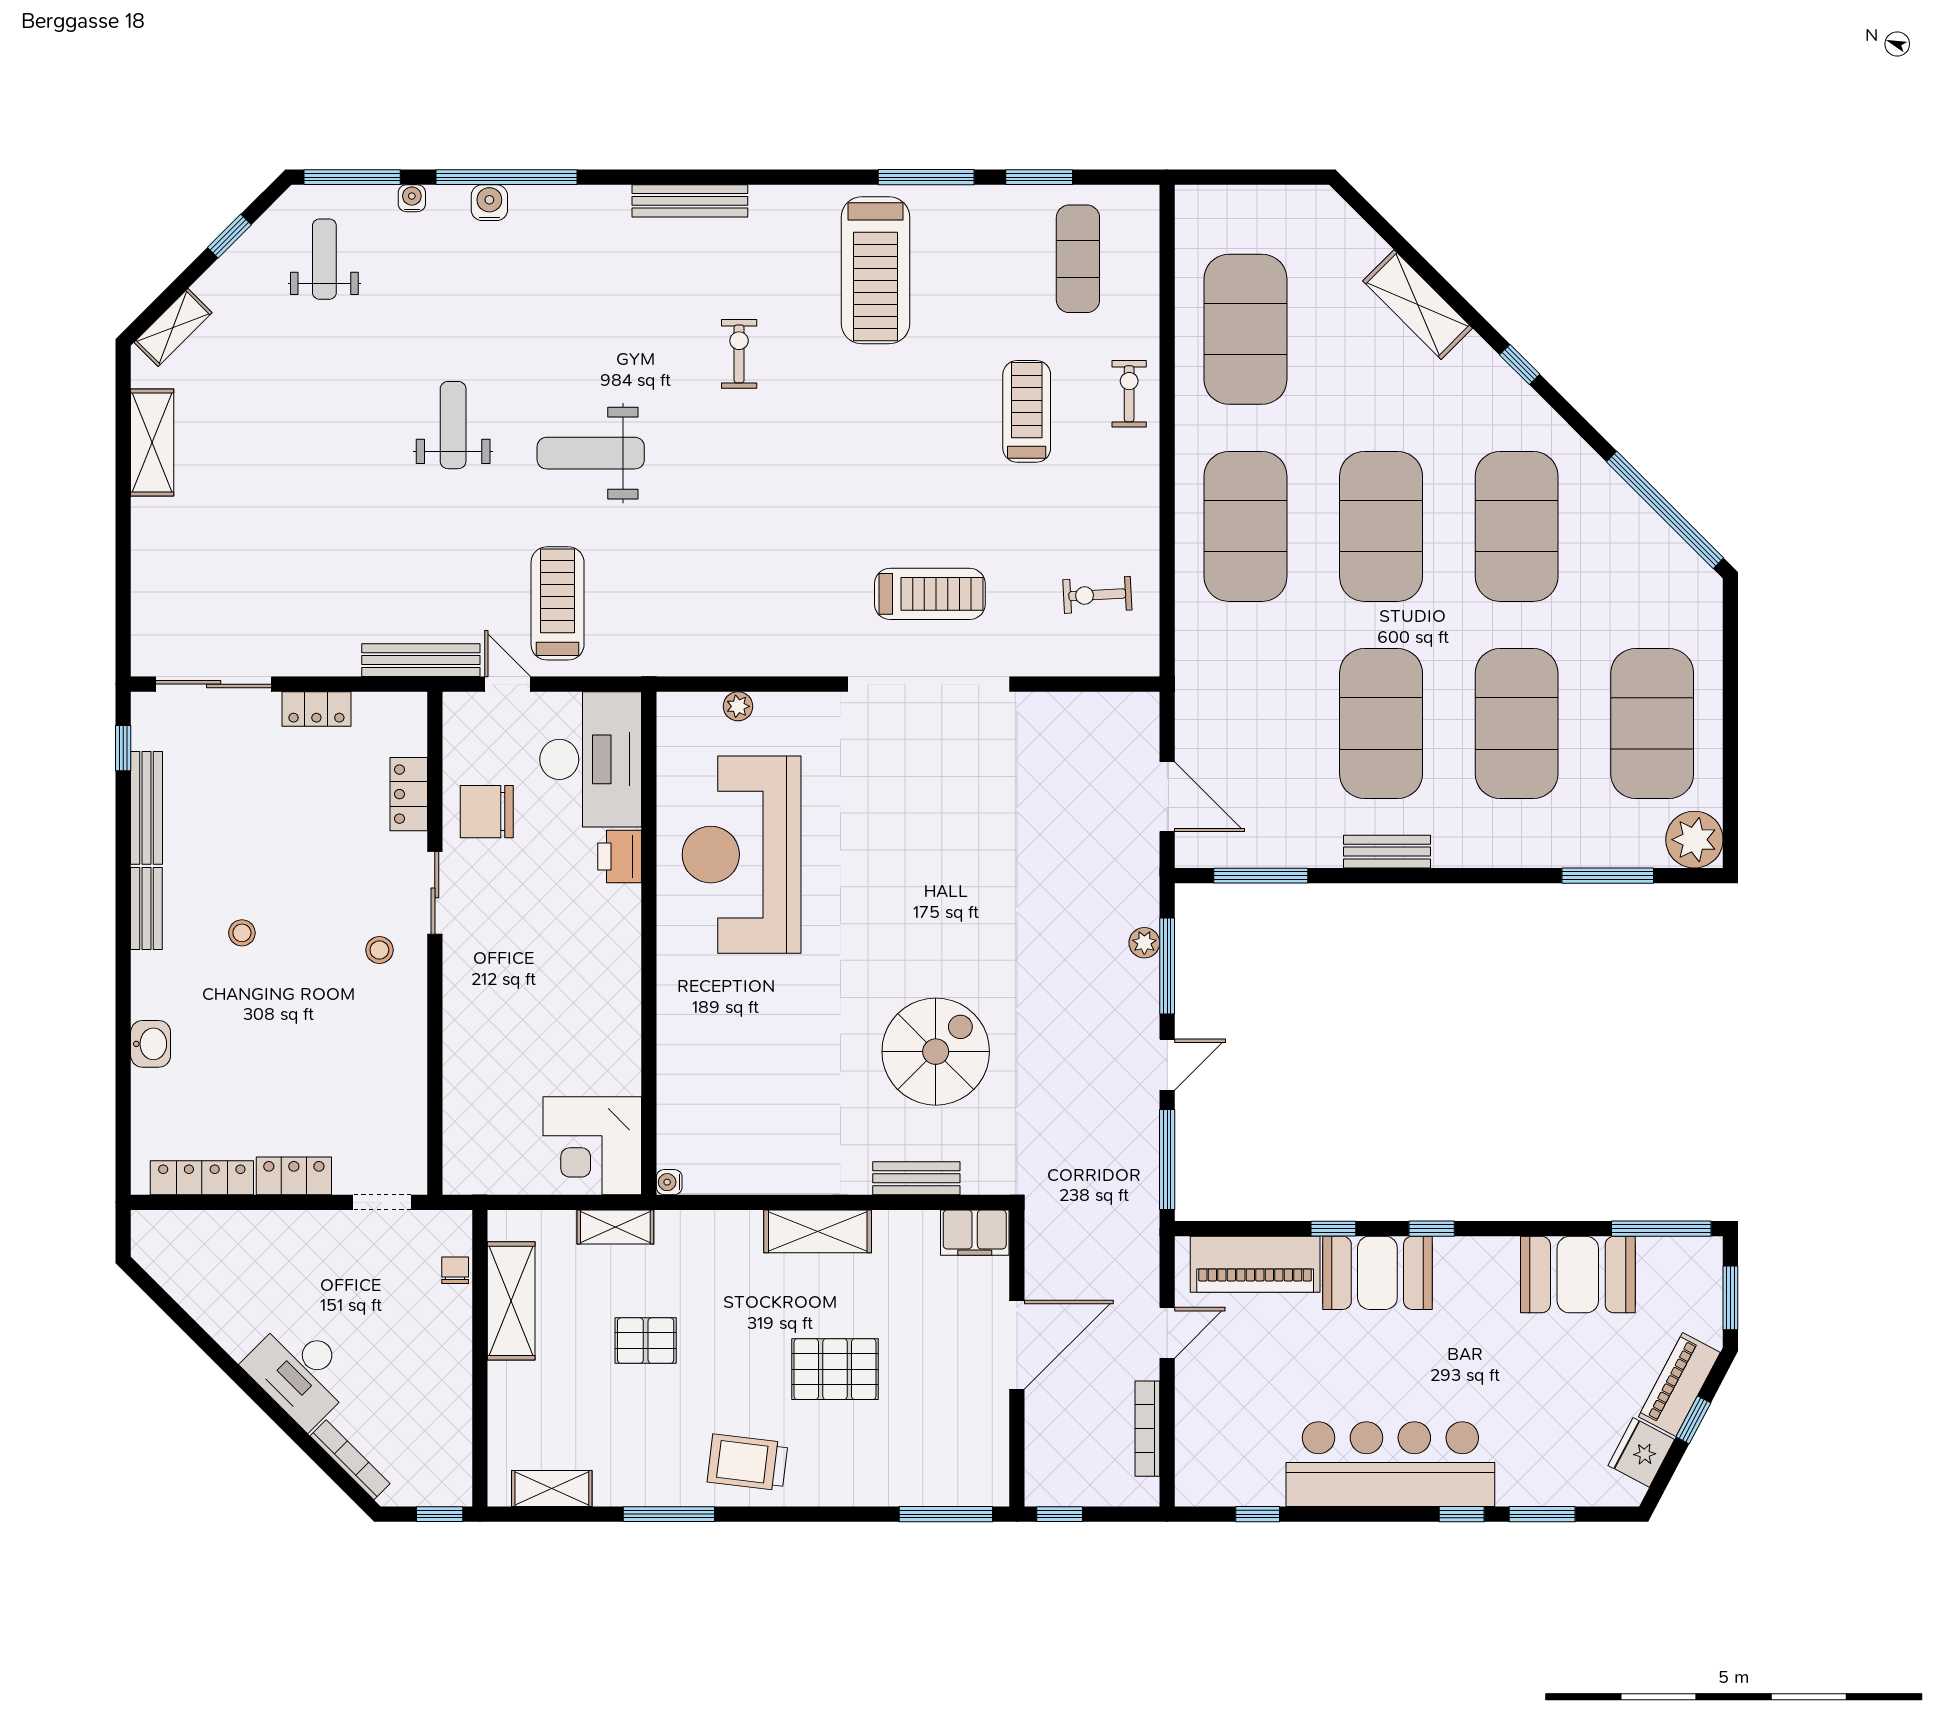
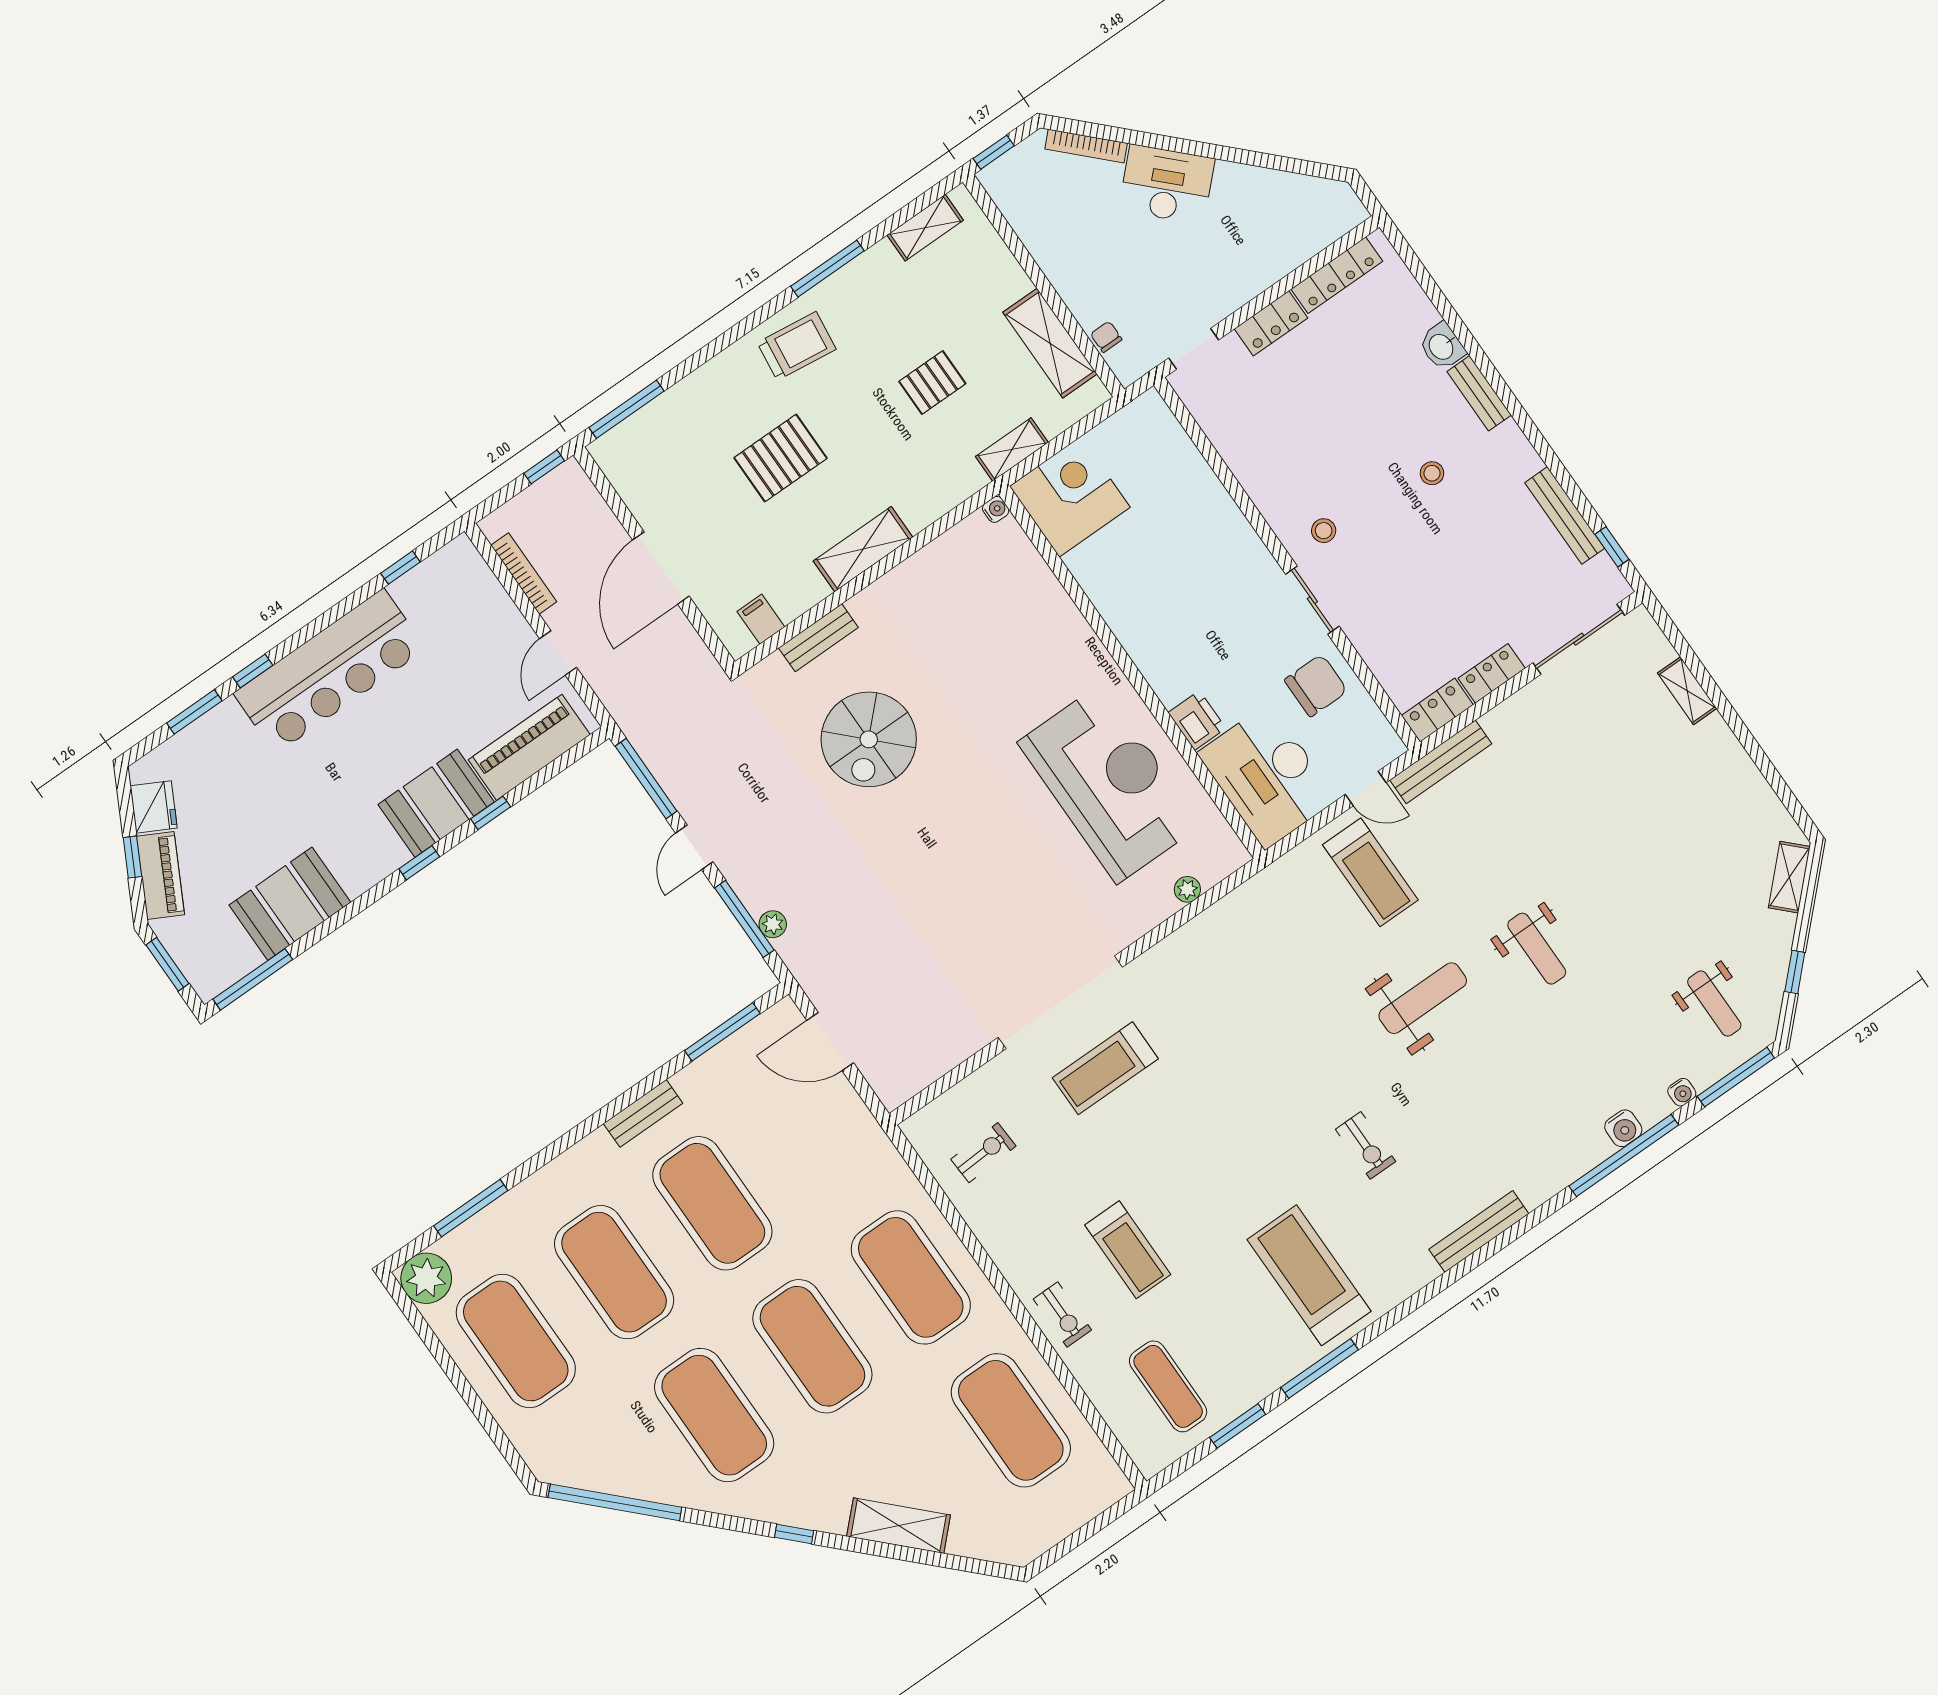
shelving: (152, 443) -> (1687, 691), moved, width x0.67, depth x0.75
locker: (409, 794) -> (1437, 710), moved, turned -90
bench: (146, 908) -> (1479, 393), moved
filing cabinet: (975, 1233) -> (761, 619), width x0.50
chair: (455, 1270) -> (1106, 337), turned 180

